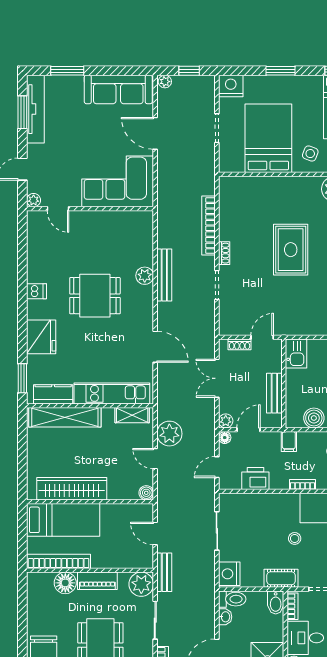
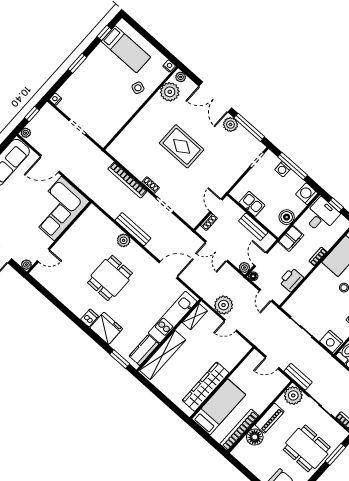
nightstand: (231, 86) -> (55, 99), width x0.53, depth x0.56
bed: (268, 138) -> (109, 103), removed
dishwasher: (36, 291) -> (89, 318), moved
kitchen sink: (296, 353) -> (252, 204), moved
filing cabinet: (289, 442) -> (291, 238), width x2.00
boiler: (146, 493) -> (245, 347), removed

